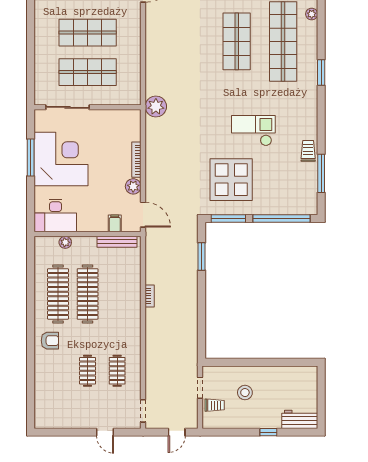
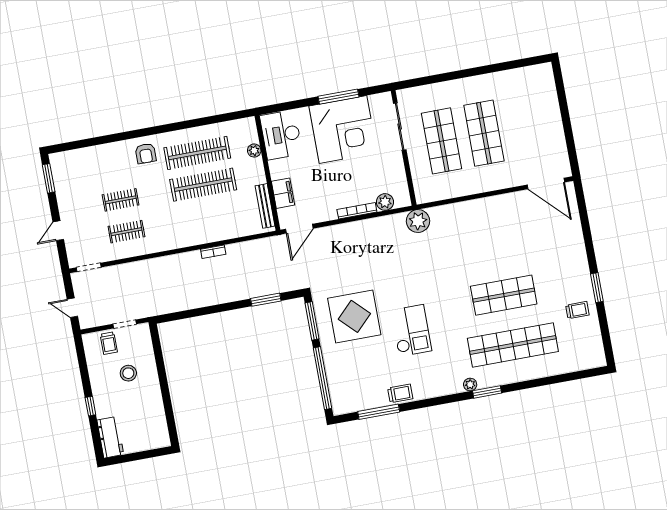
plant: (312, 14) -> (470, 384), moved
plant: (133, 186) -> (385, 202), moved
filing cabinet: (115, 223) -> (283, 193), width x2.00
window: (56, 432) -> (49, 178), added

